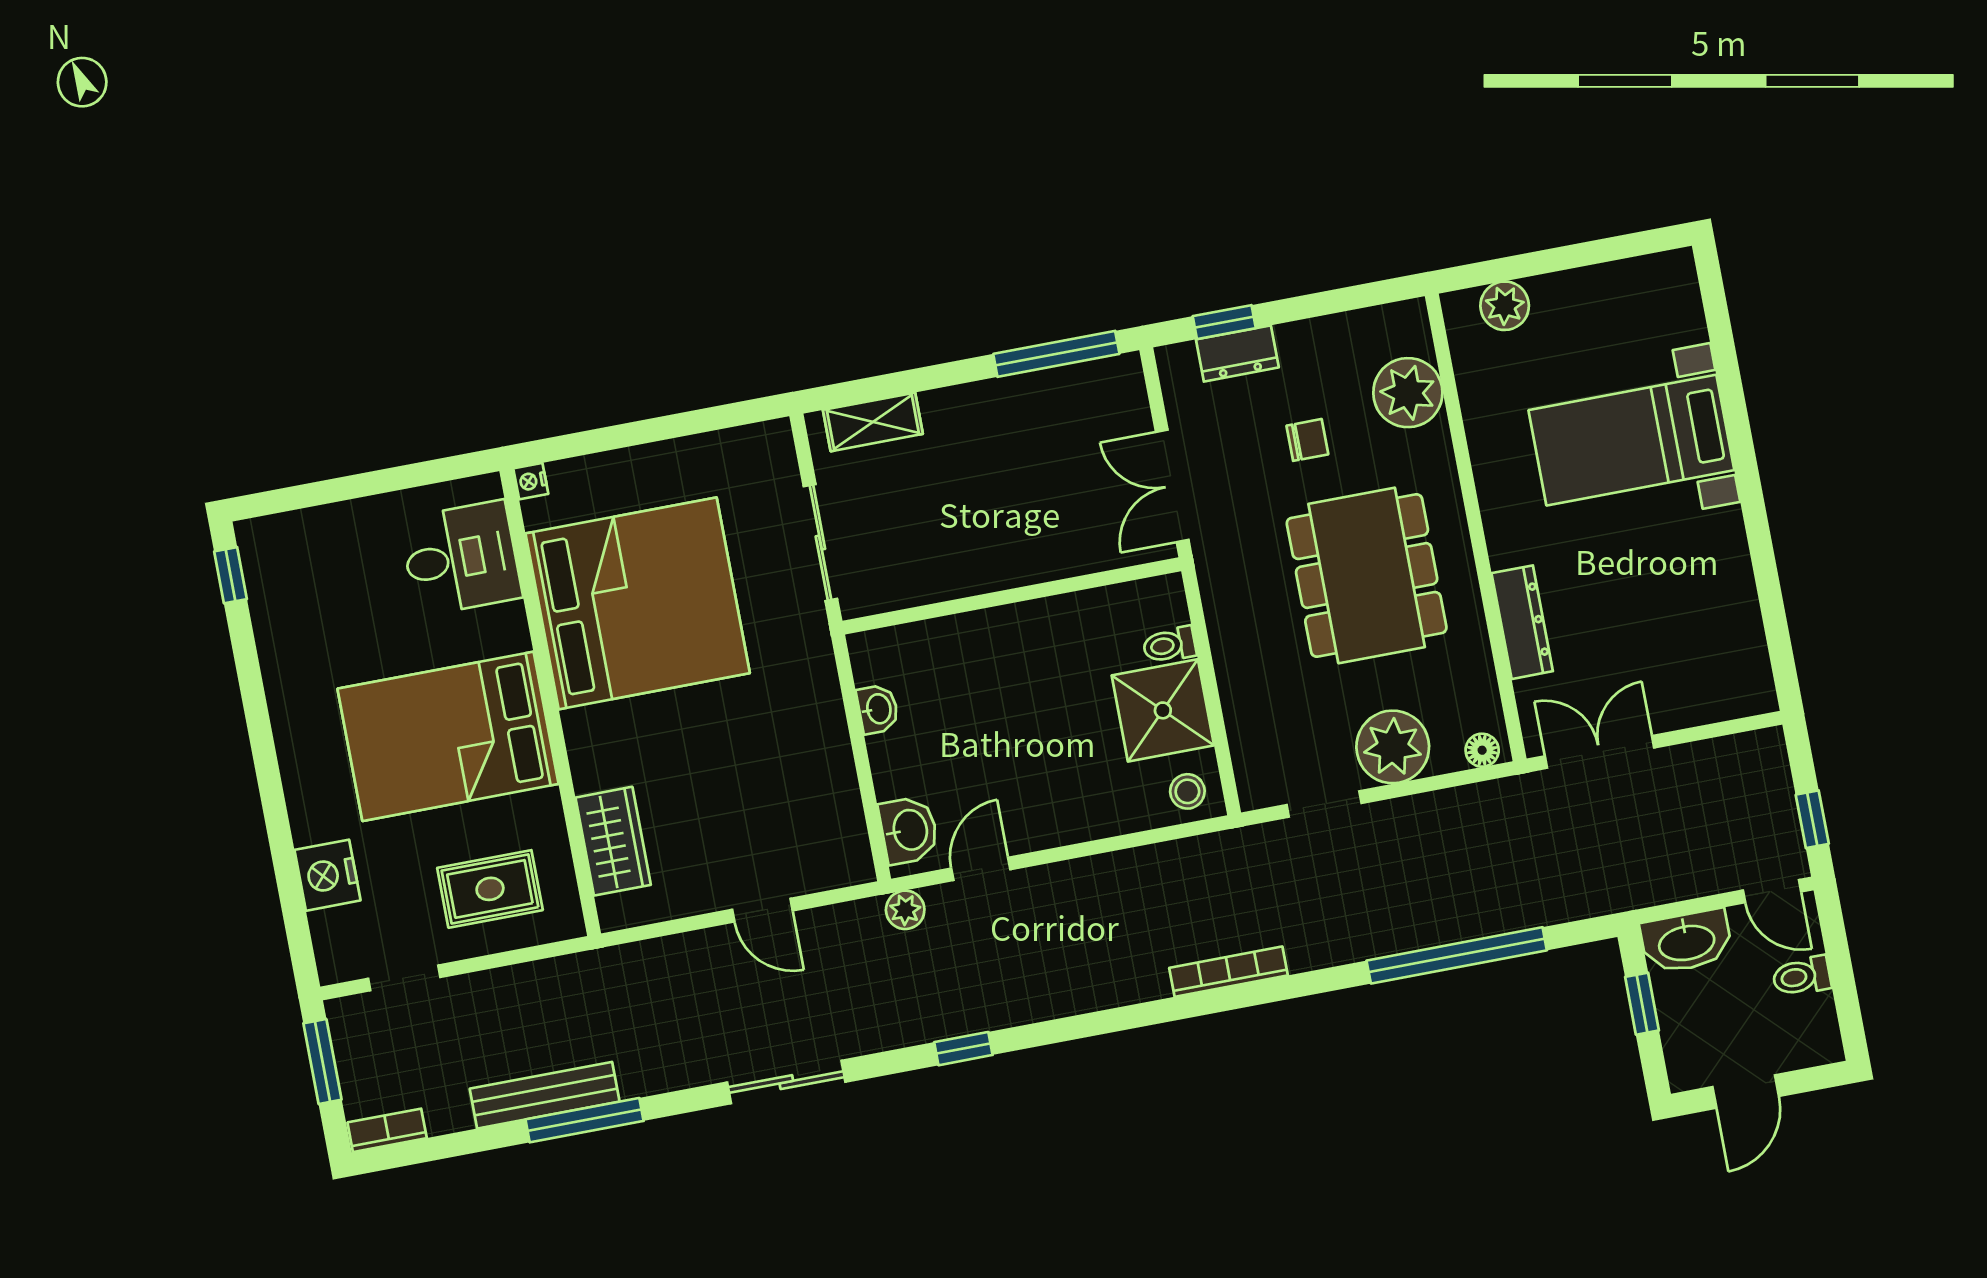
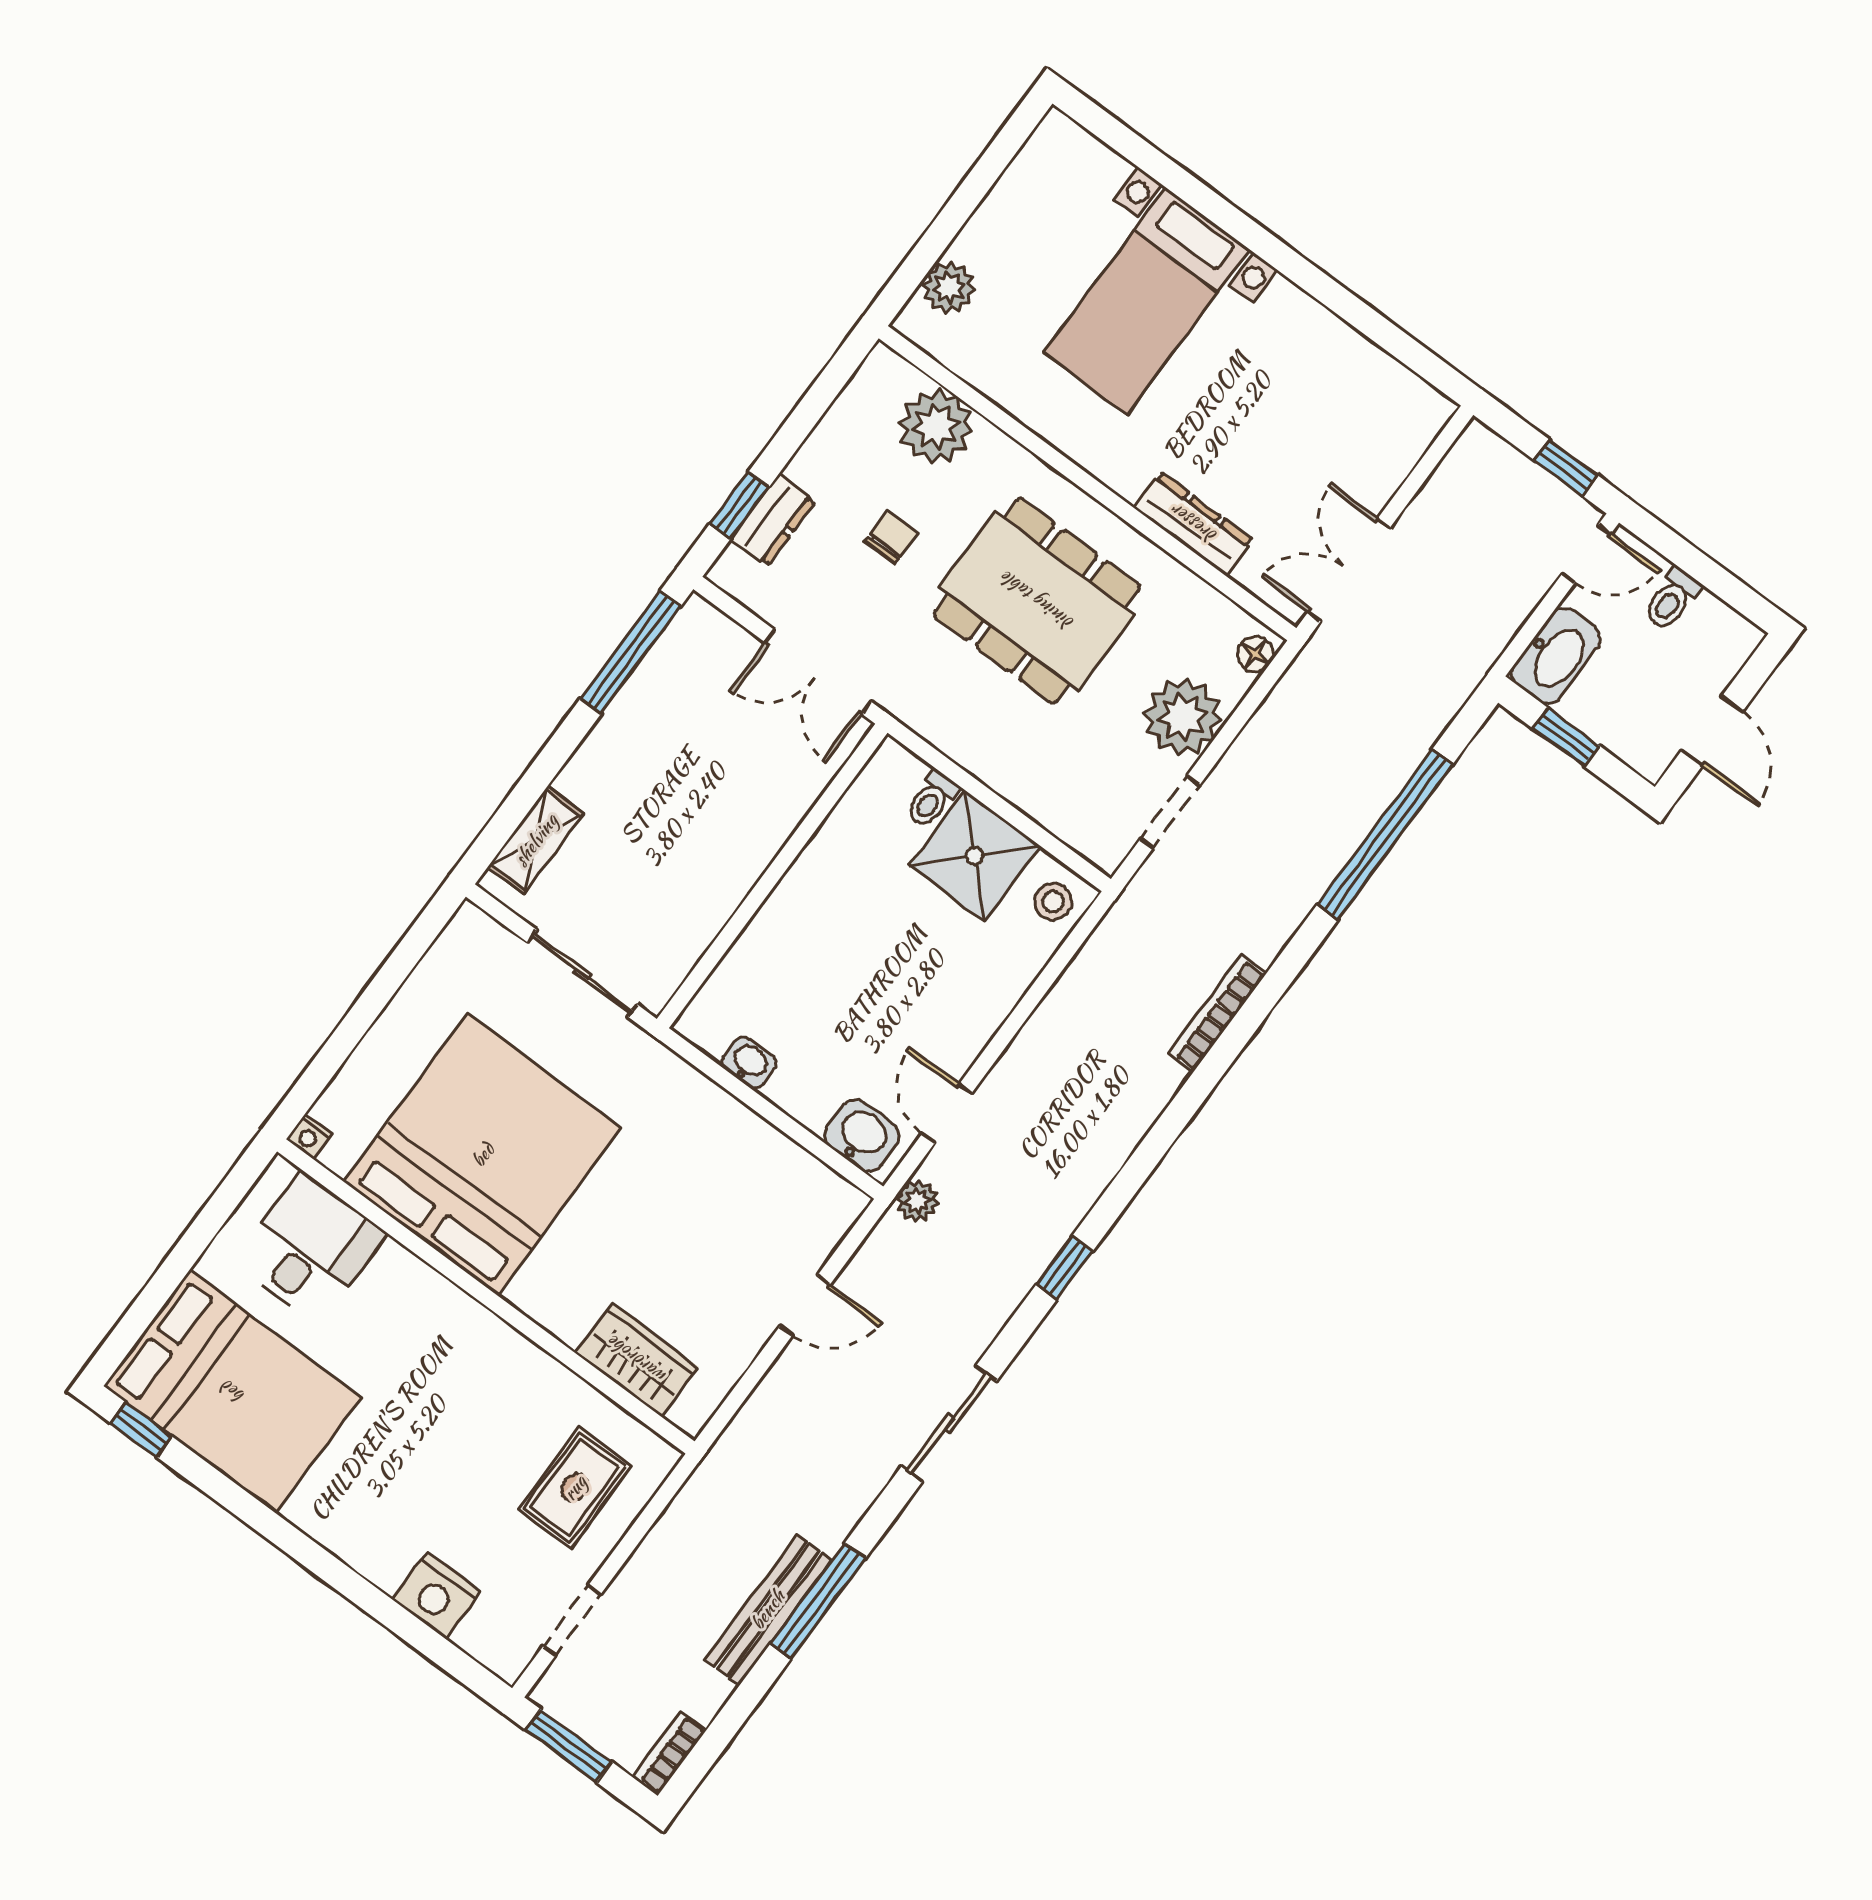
bed: (448, 736) -> (233, 1392), moved, turned -90

